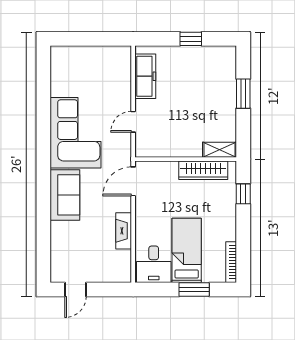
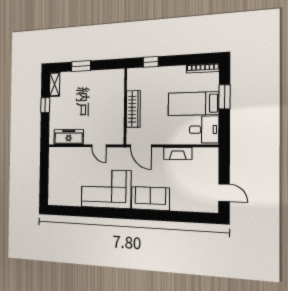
shelving: (220, 150) -> (55, 84), moved
wardrobe: (203, 170) -> (133, 109), moved

